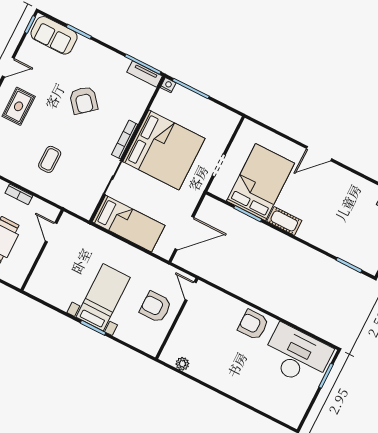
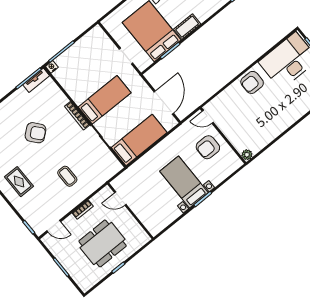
bed: (164, 150) -> (105, 100), width x0.49
plant: (182, 364) -> (247, 155), moved

